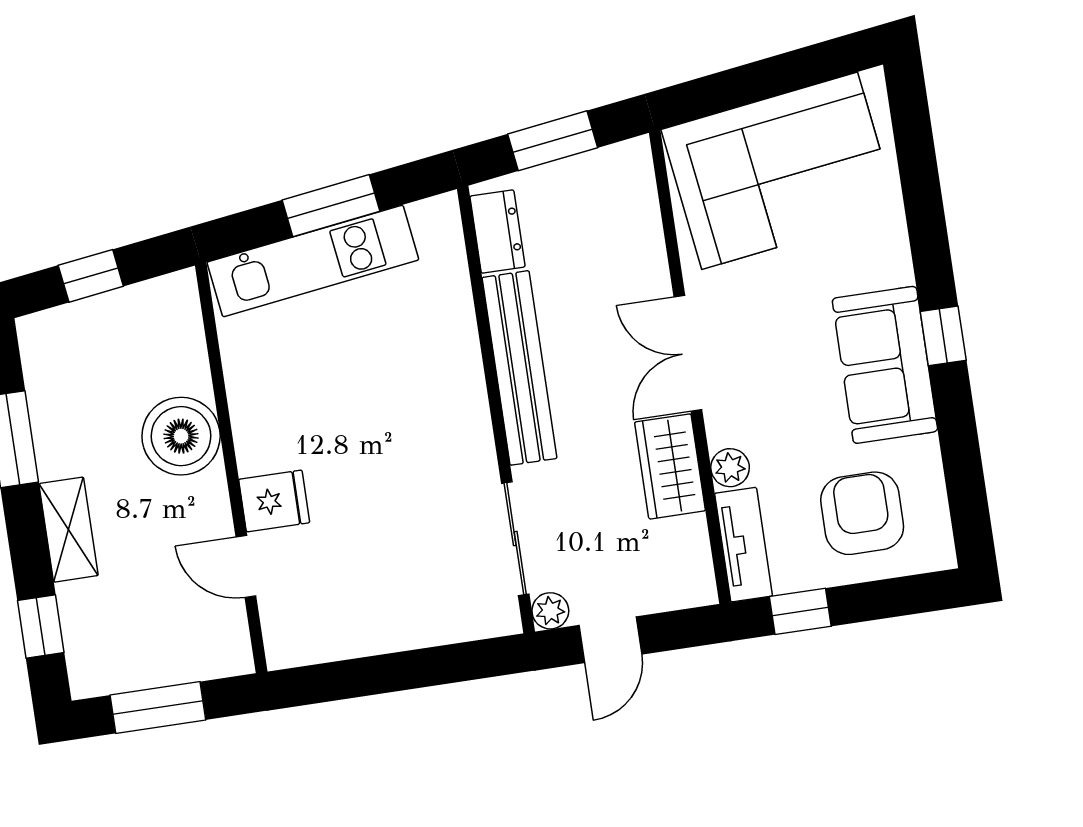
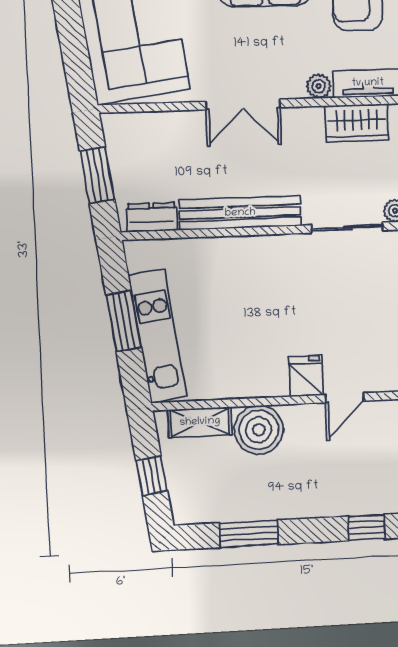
wardrobe: (670, 466) -> (357, 123), moved
shelving: (69, 530) -> (200, 422), moved

